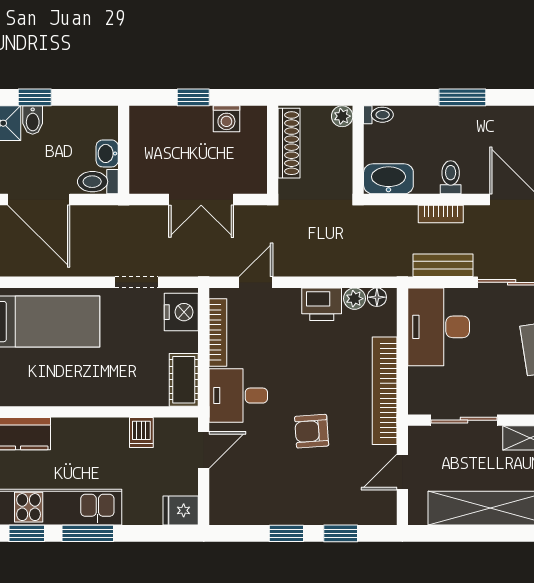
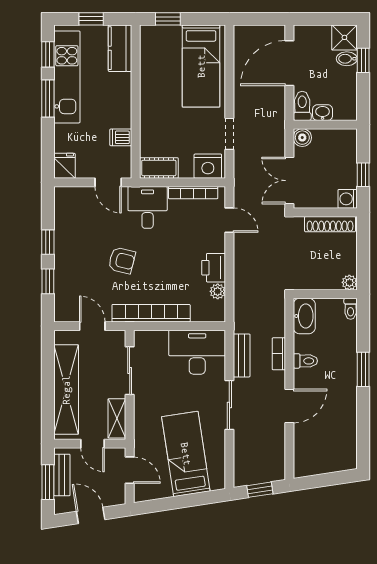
shoe rack: (289, 143) -> (330, 224), moved
wall: (273, 150) -> (325, 212), moved
boiler: (142, 182) -> (302, 138), added
floor lamp: (377, 297) -> (219, 308), removed
armchair: (312, 431) -> (122, 260), turned 108

